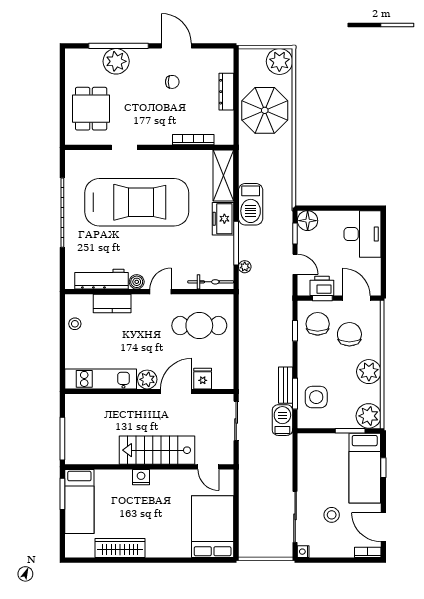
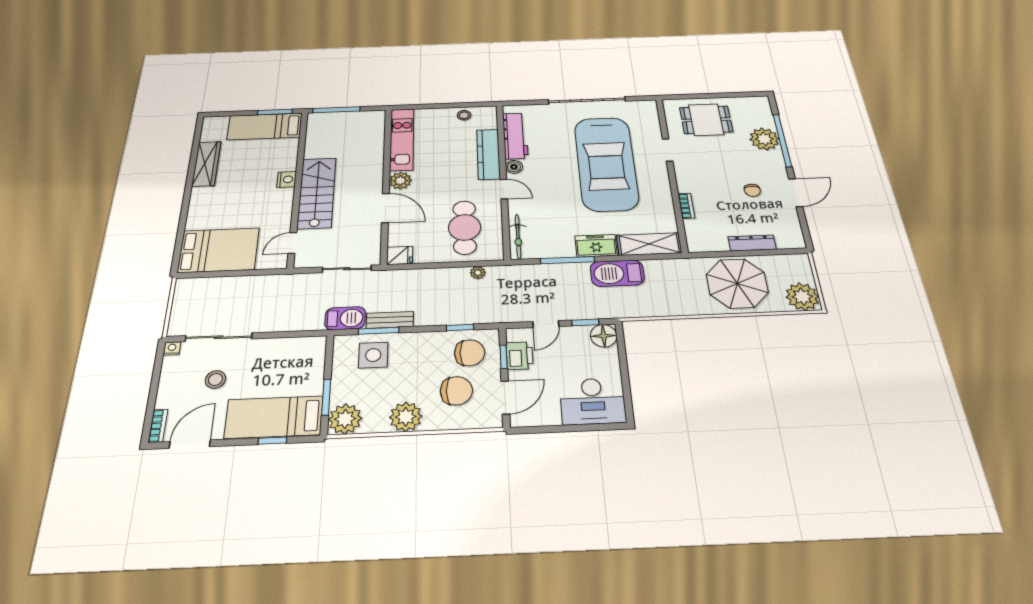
bookcase: (193, 140) -> (686, 206), width x0.64
plant: (245, 267) -> (478, 273), moved
kitchen counter: (112, 303) -> (488, 154), width x1.50
fridge: (203, 379) -> (400, 255), moved

